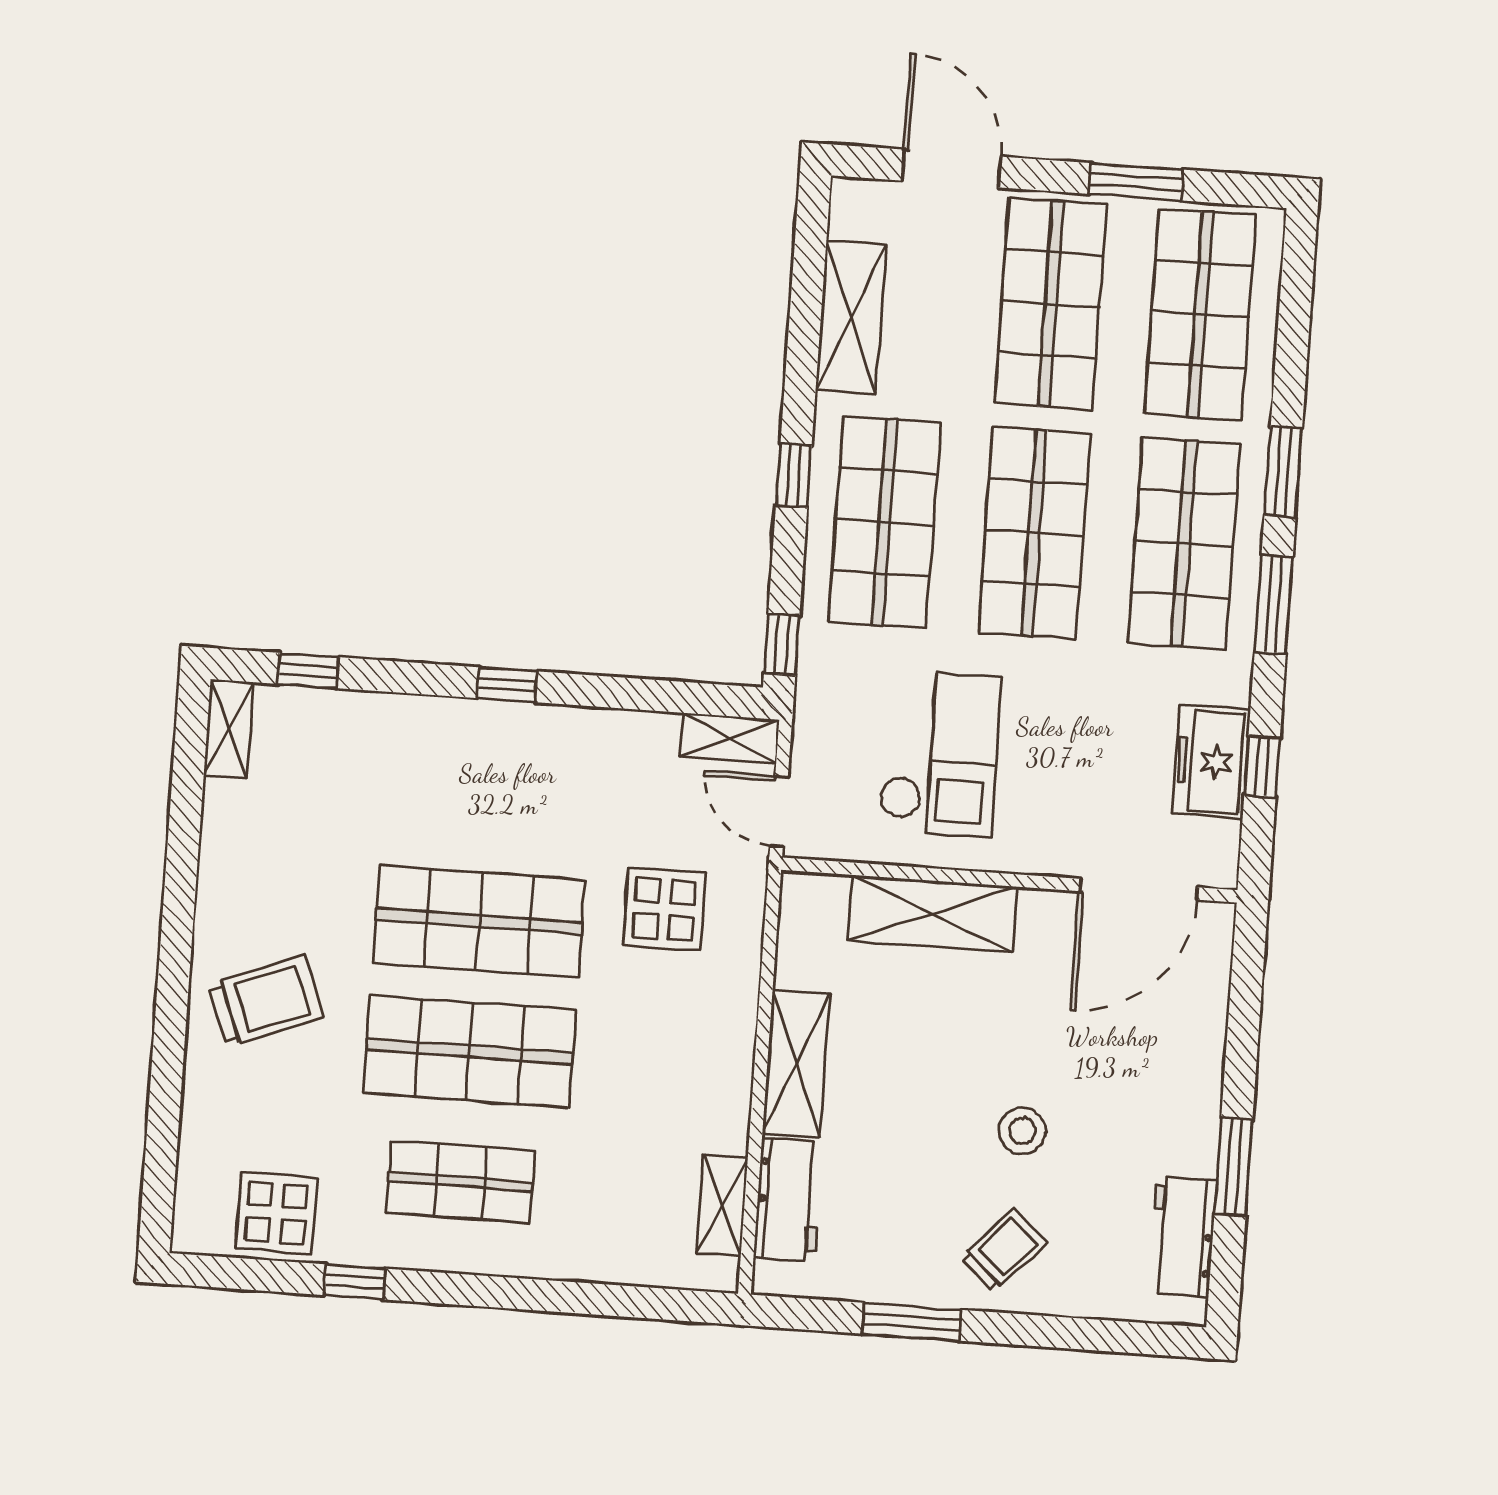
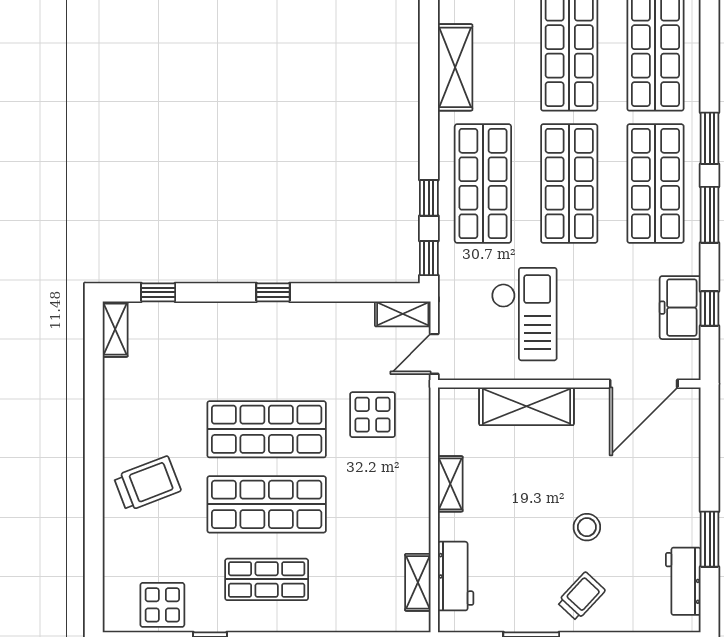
window: (794, 475) -> (429, 198), moved
door: (779, 811) -> (434, 354), hinge flipped
shelving: (796, 1063) -> (450, 484), width x0.67, depth x0.75

